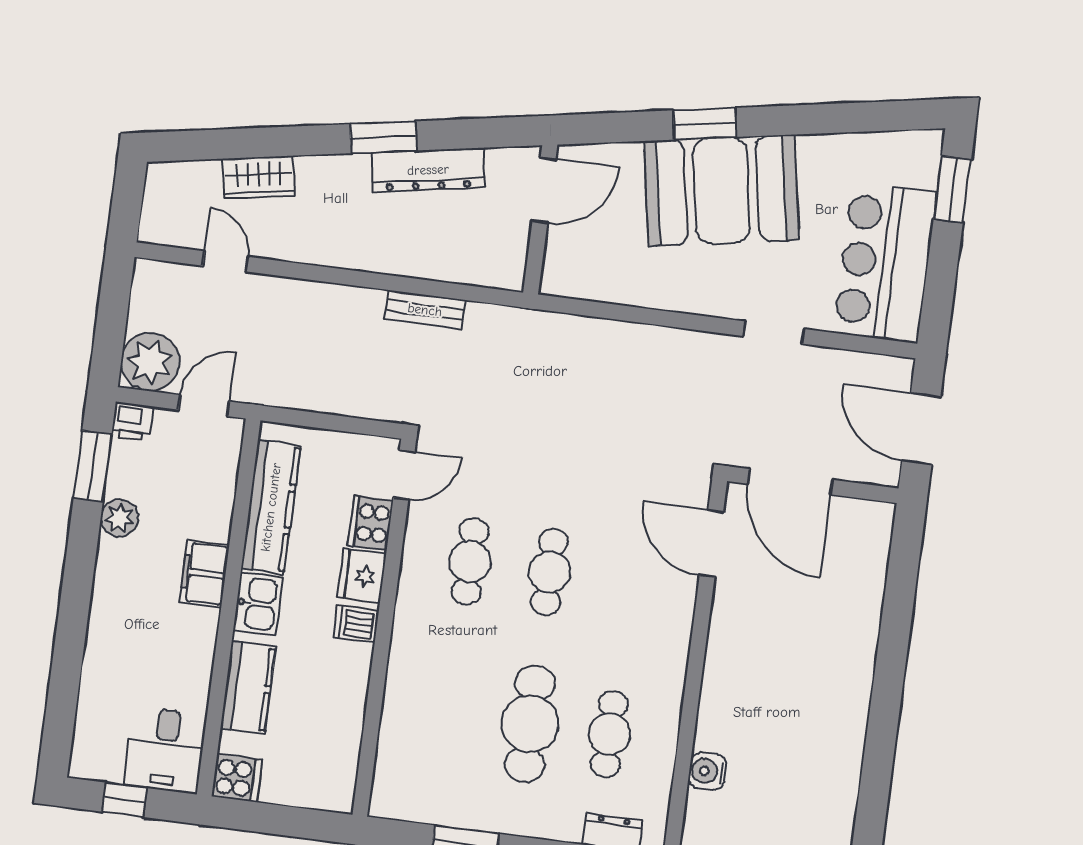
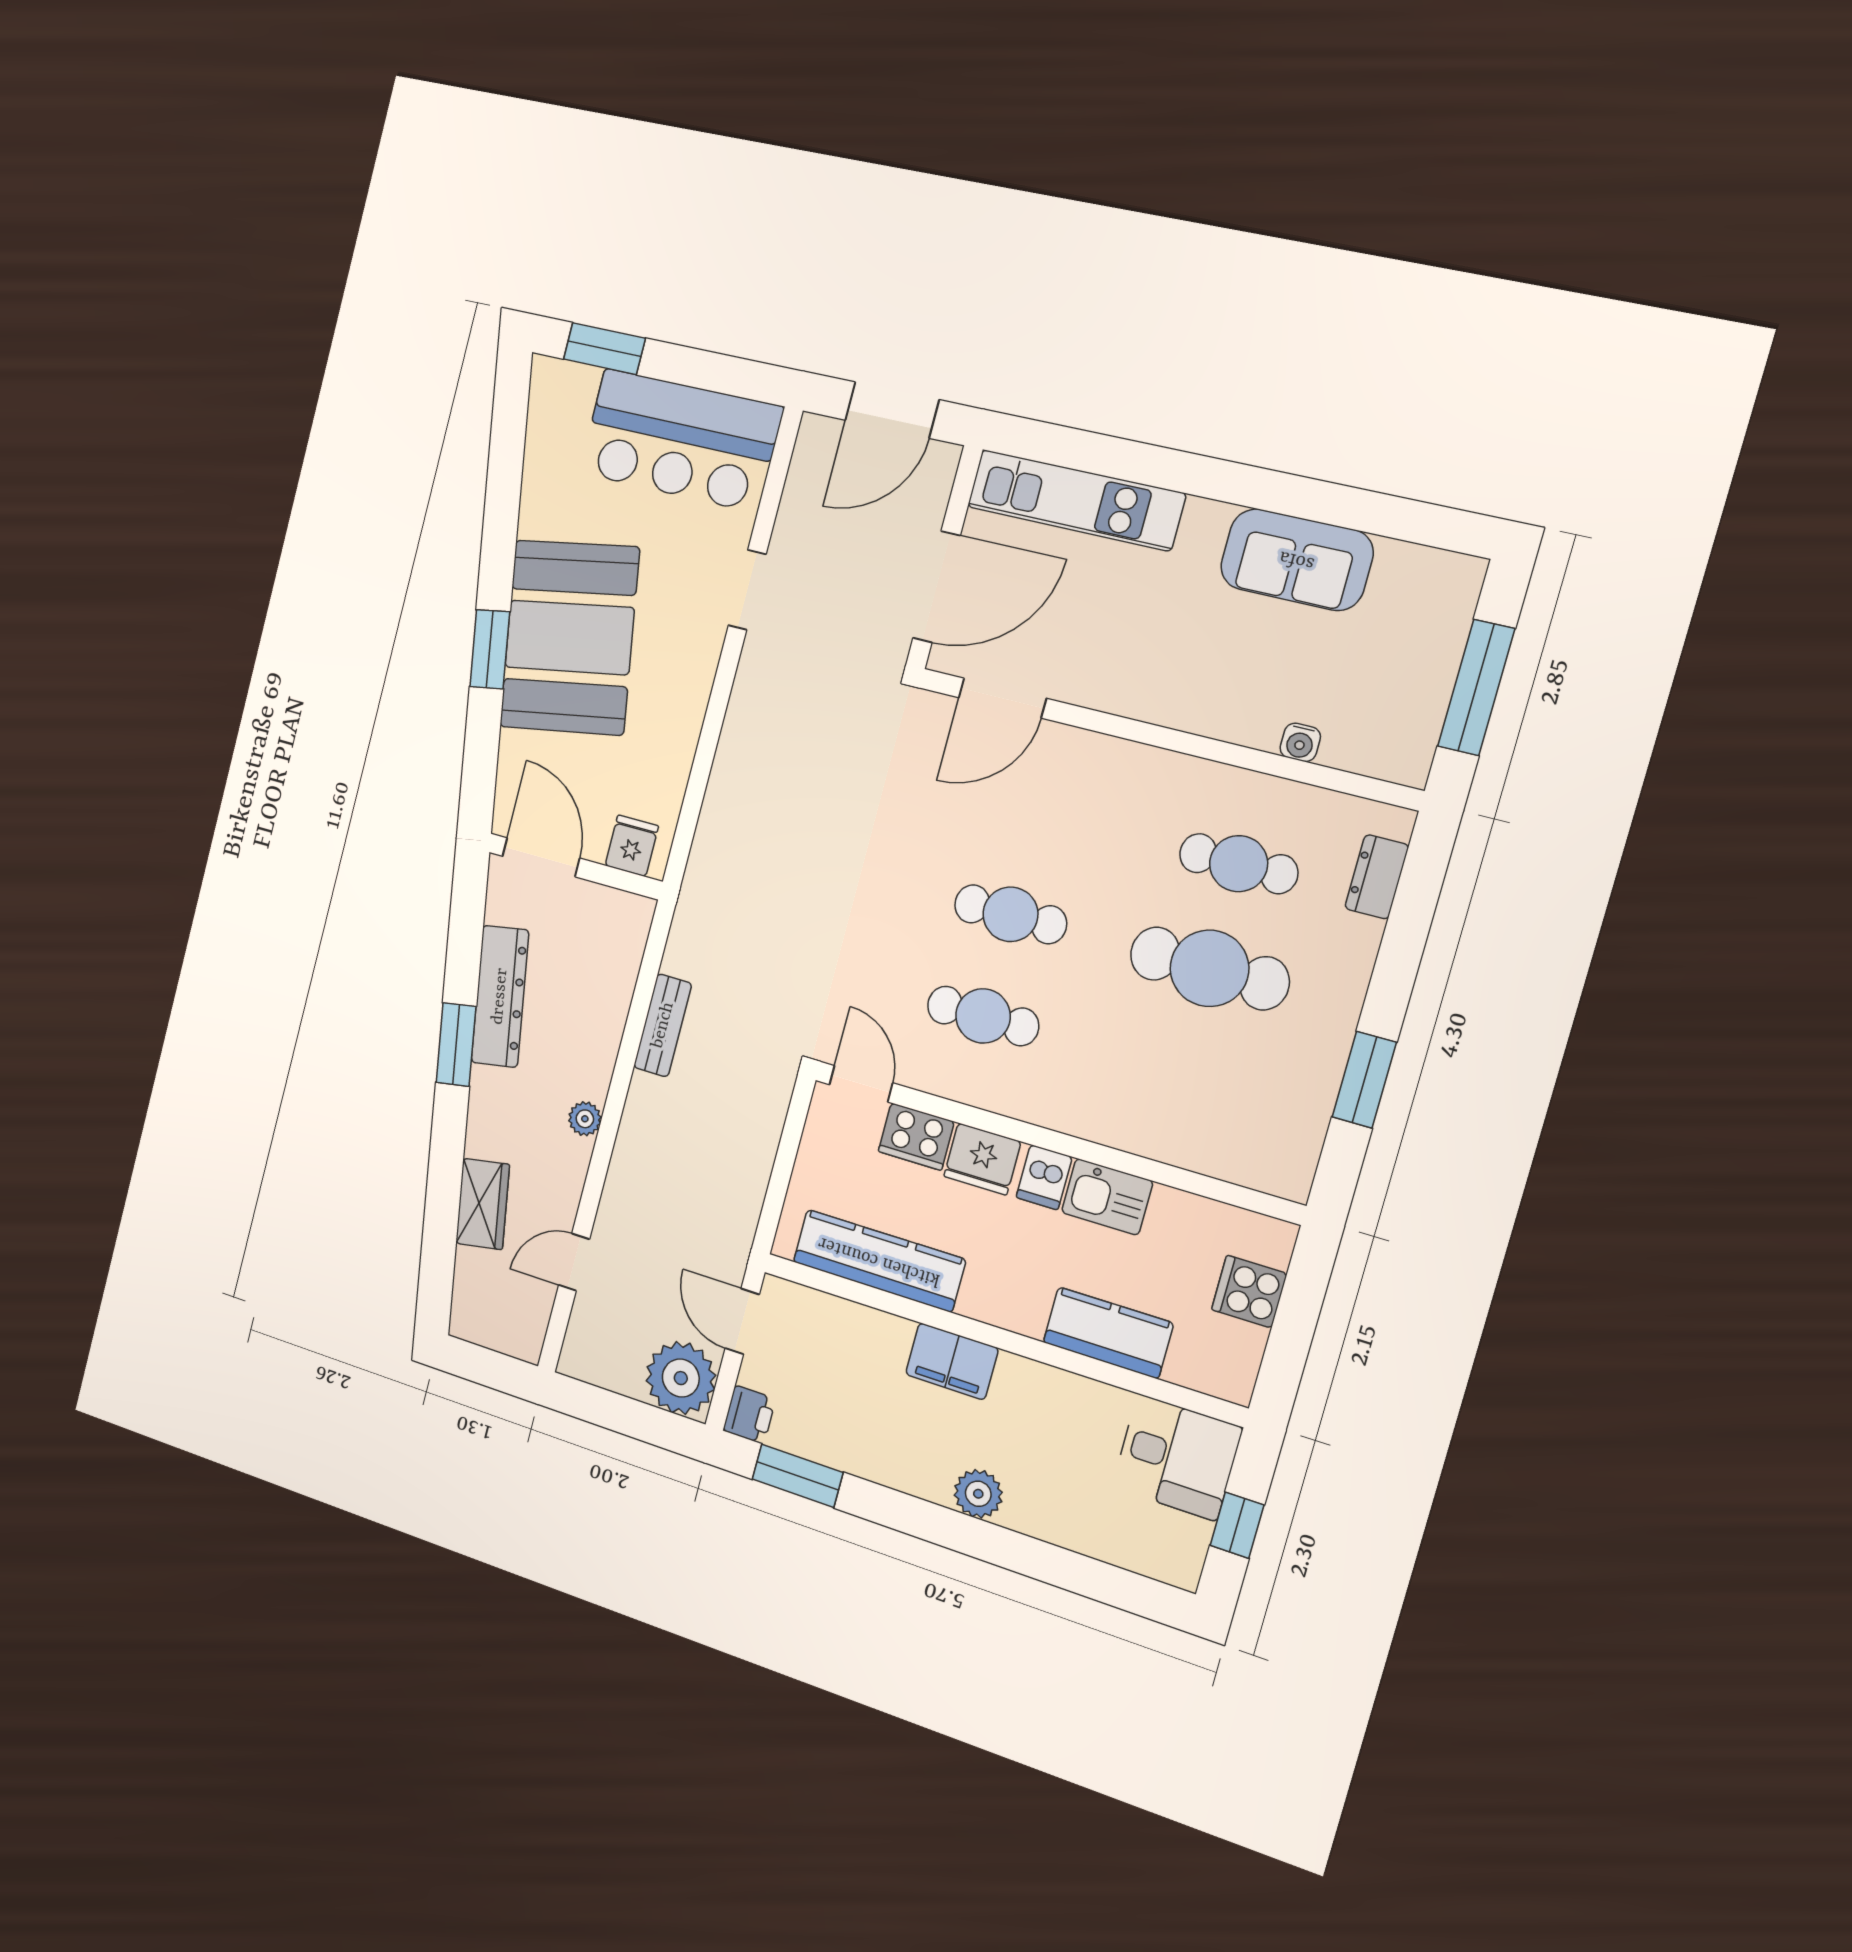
plant: (341, 255) -> (585, 1119), added
fridge: (563, 265) -> (632, 846), added
plant: (119, 518) -> (978, 1494), moved
kitchen unit: (865, 578) -> (1076, 500), added
kitchen sink: (258, 604) -> (1107, 1197), moved, turned 180
sofa: (835, 745) -> (1297, 560), added
water cooler: (707, 771) -> (1300, 742), width x0.72, depth x0.72
cooker: (237, 778) -> (1249, 1292), moved, turned -90

